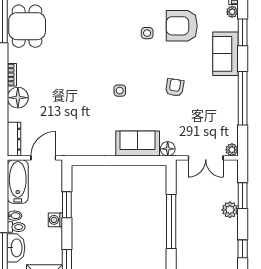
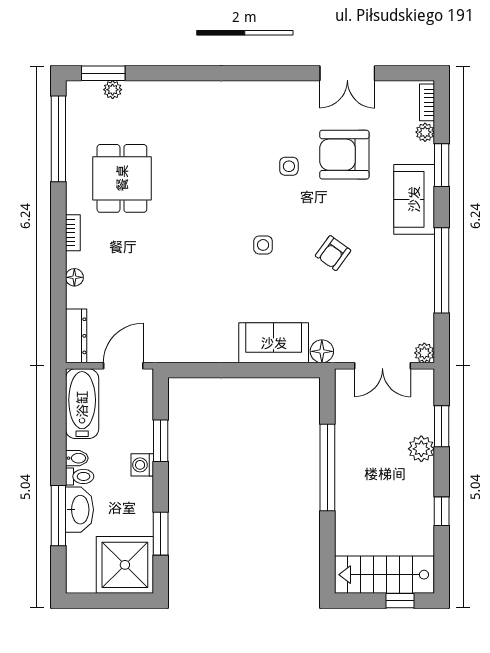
dining table: (27, 26) -> (122, 178), moved
armchair: (175, 87) -> (333, 253), turned -153
side table: (120, 91) -> (263, 245), moved
floor lamp: (18, 98) -> (74, 277), width x0.53, depth x0.53

